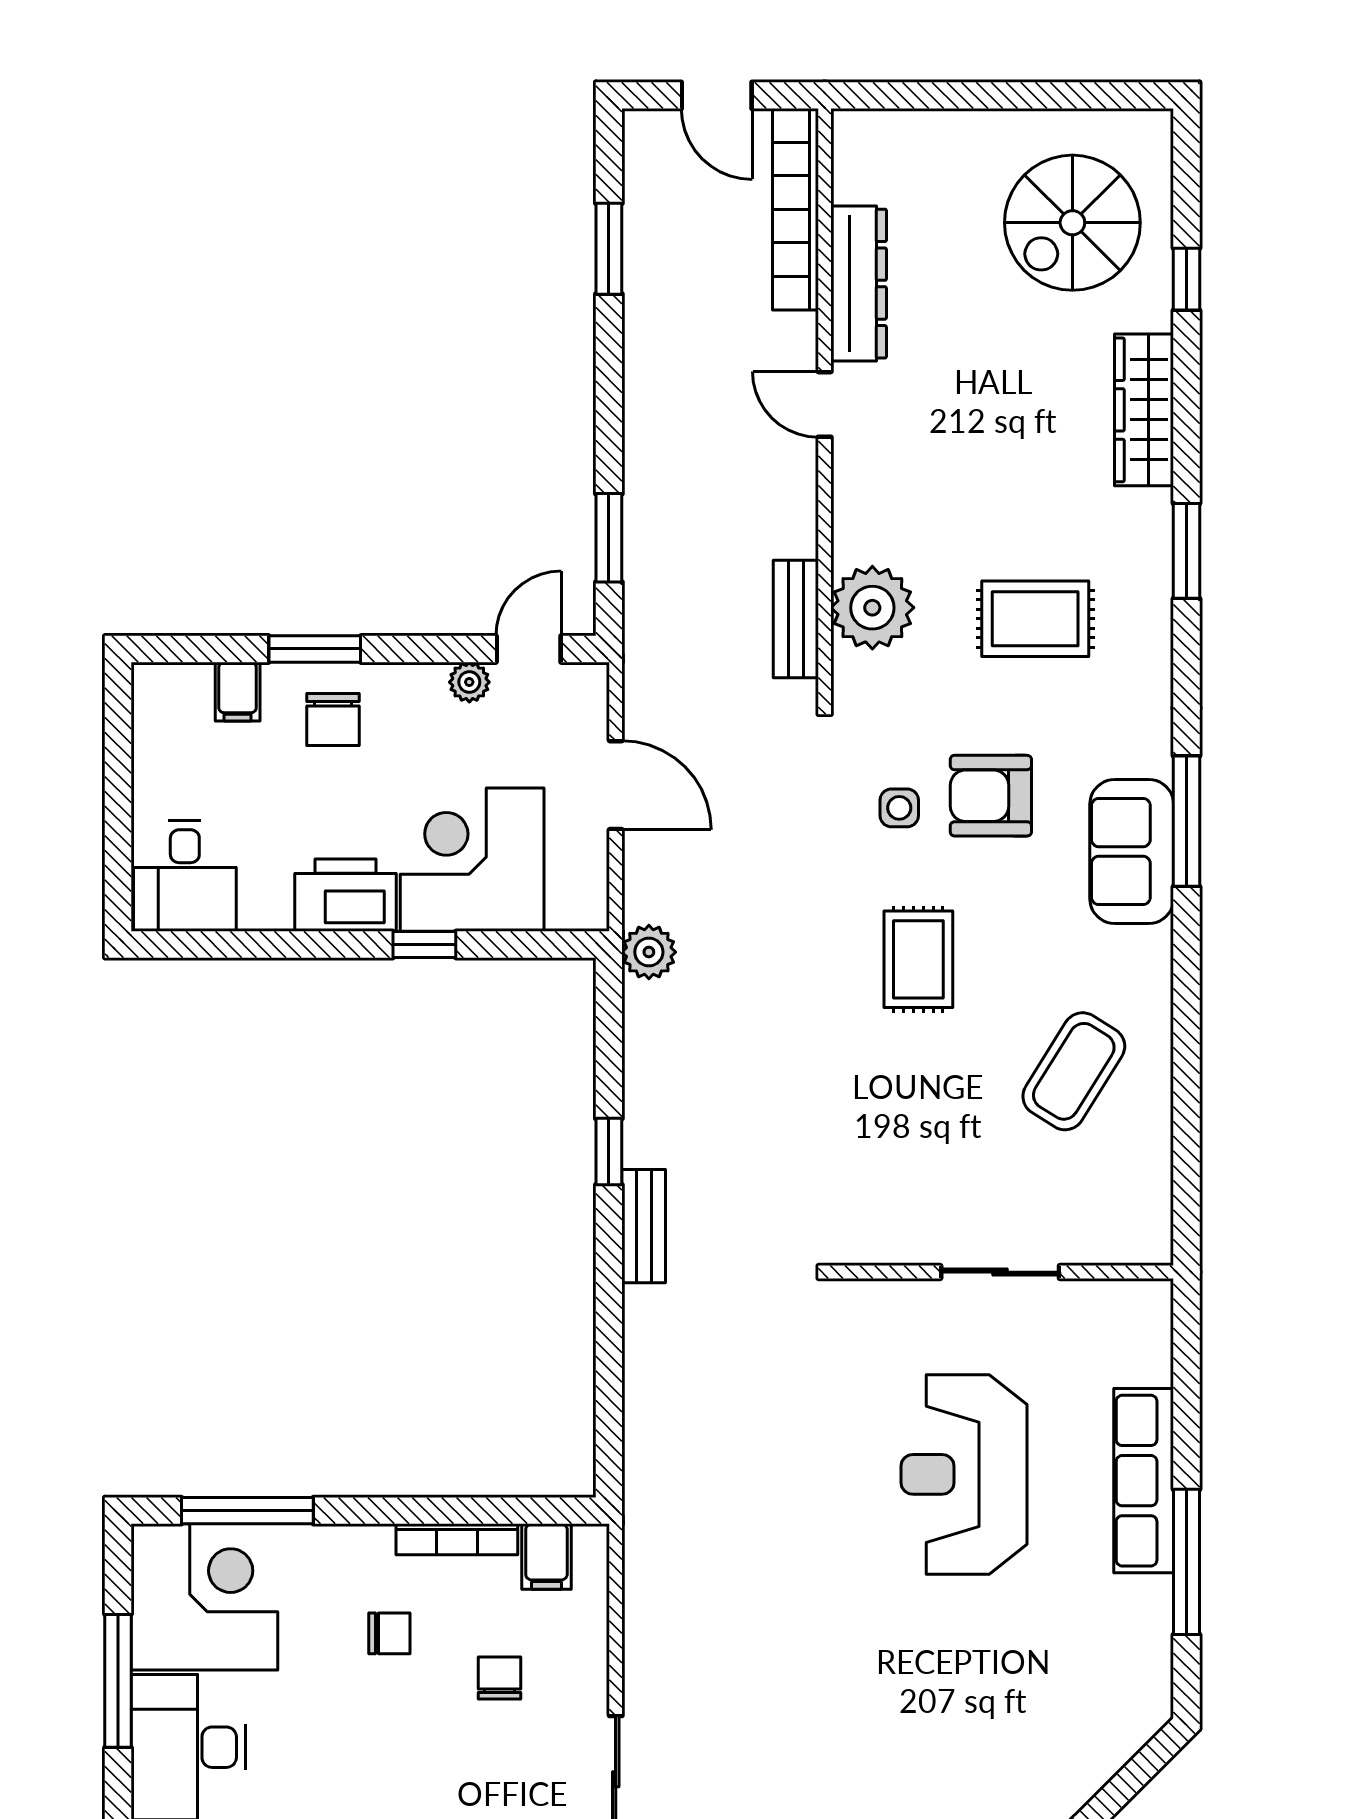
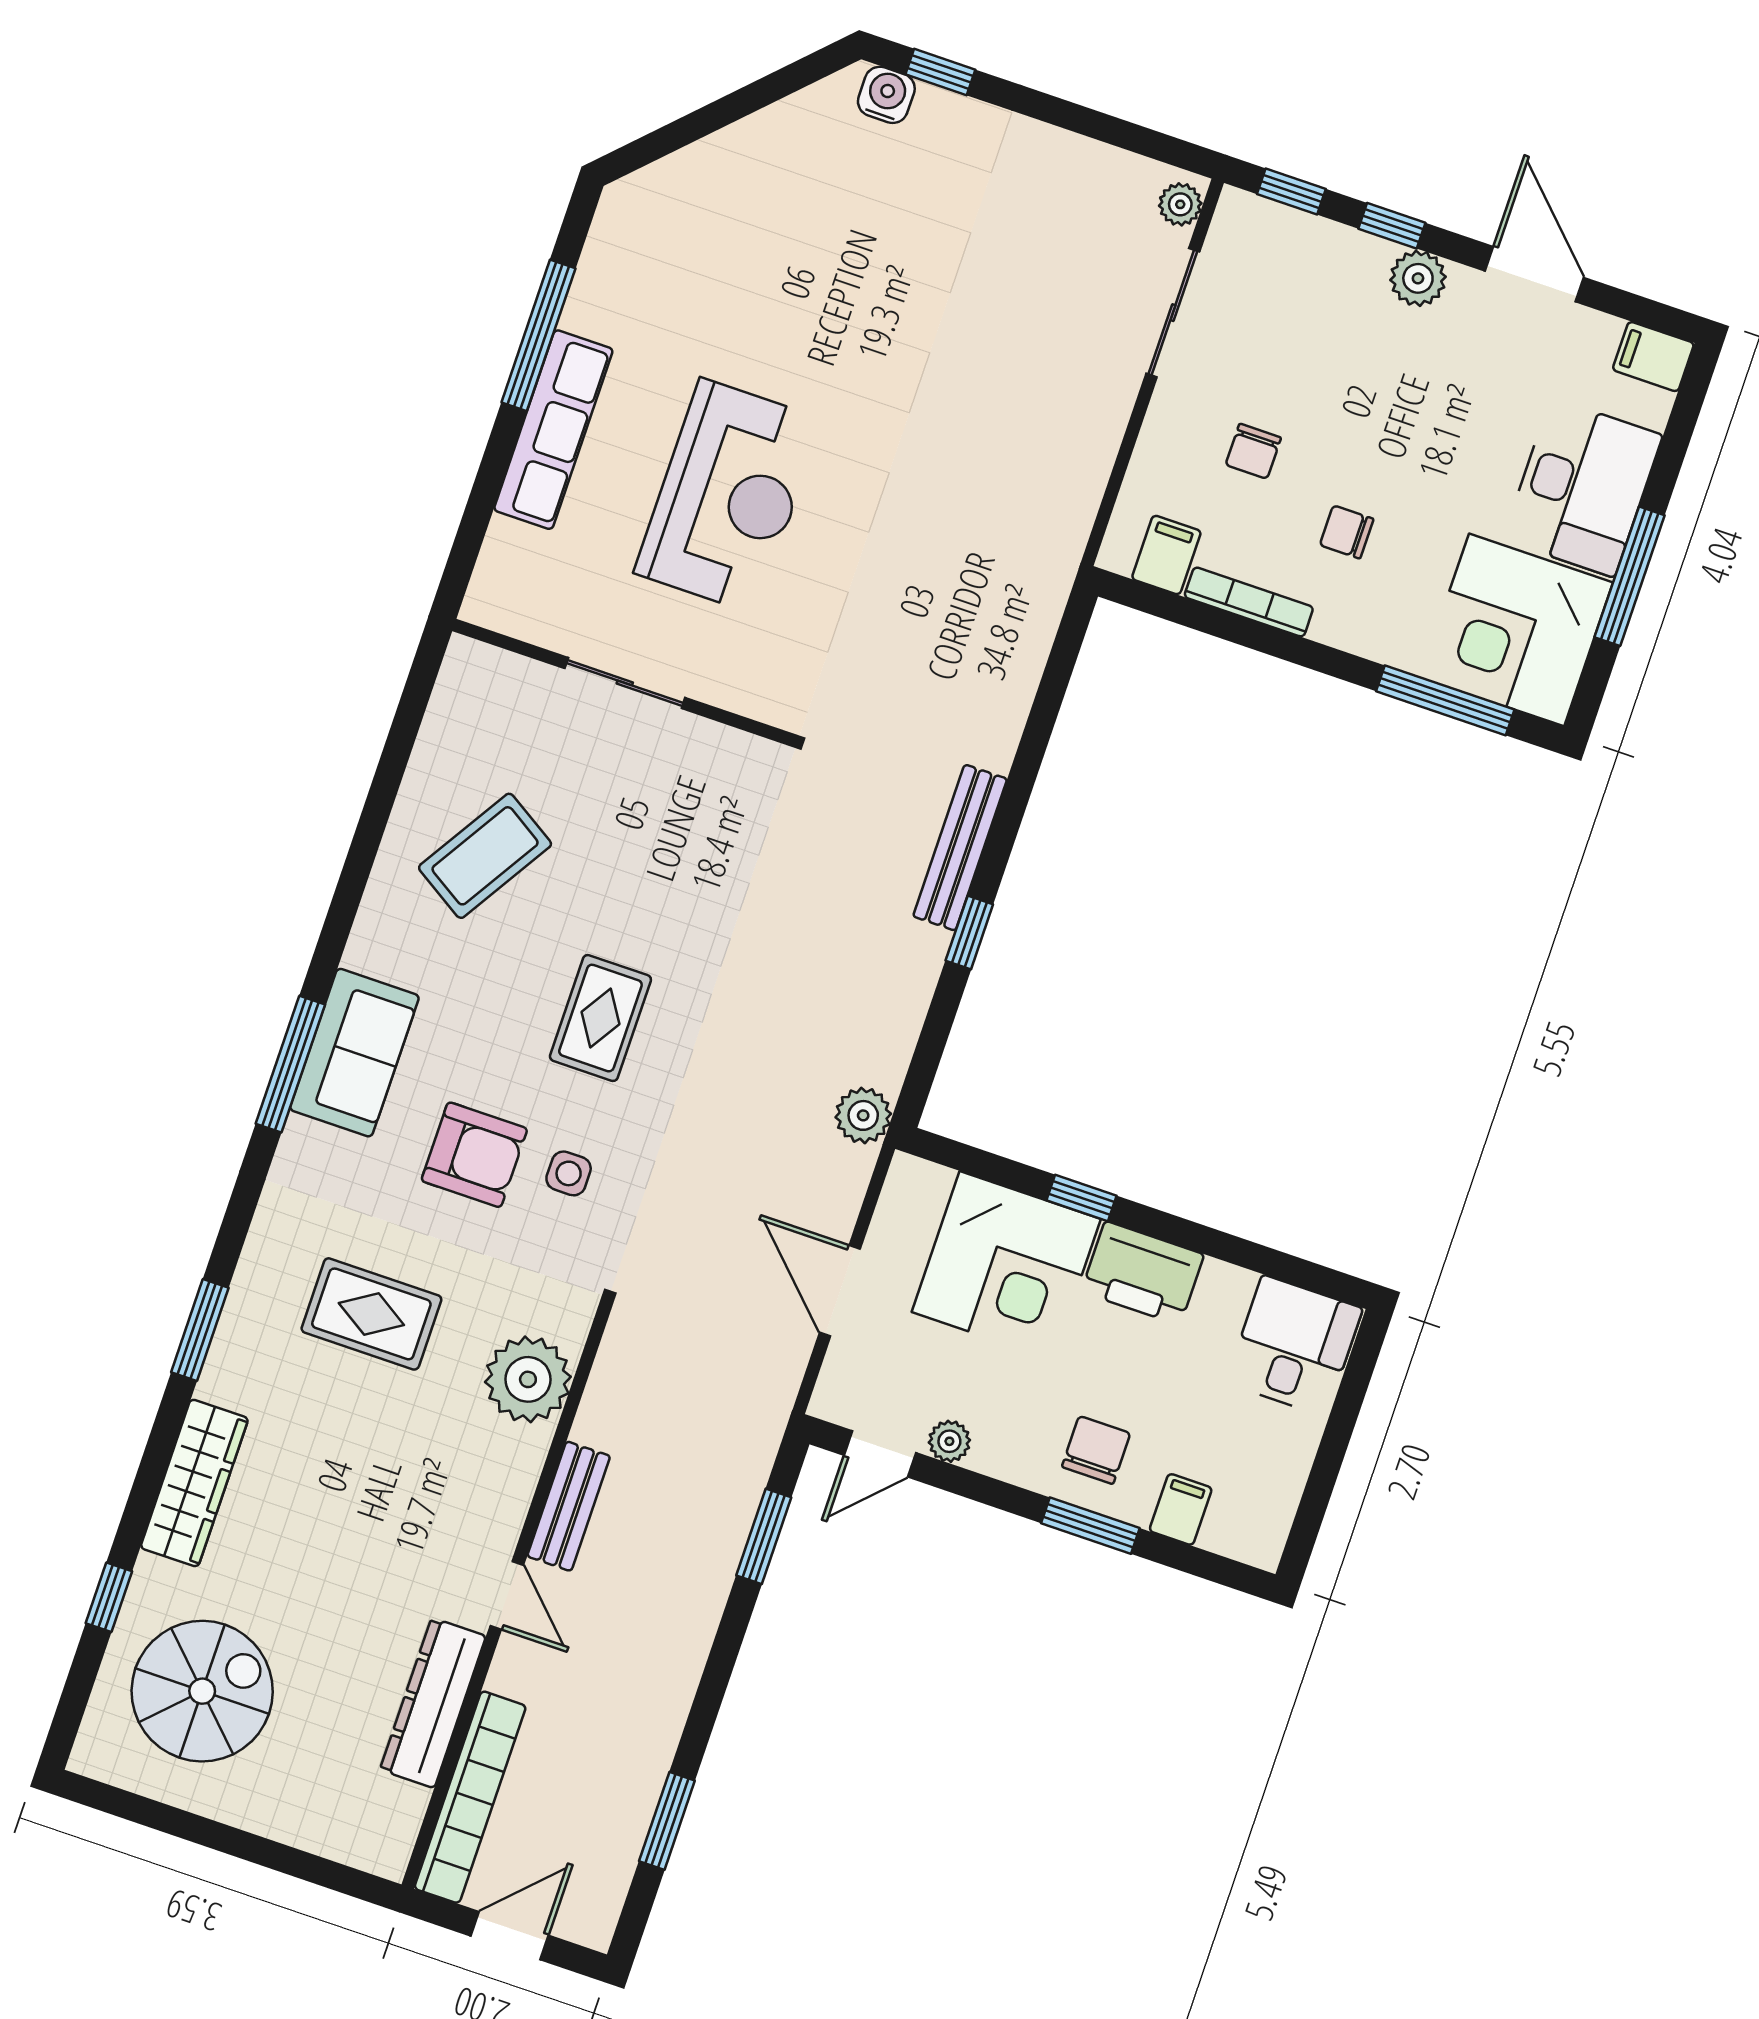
door: (717, 95) -> (510, 1936), hinge flipped
bench: (796, 619) -> (569, 1506), moved
bench: (644, 1226) -> (960, 848), width x1.36

